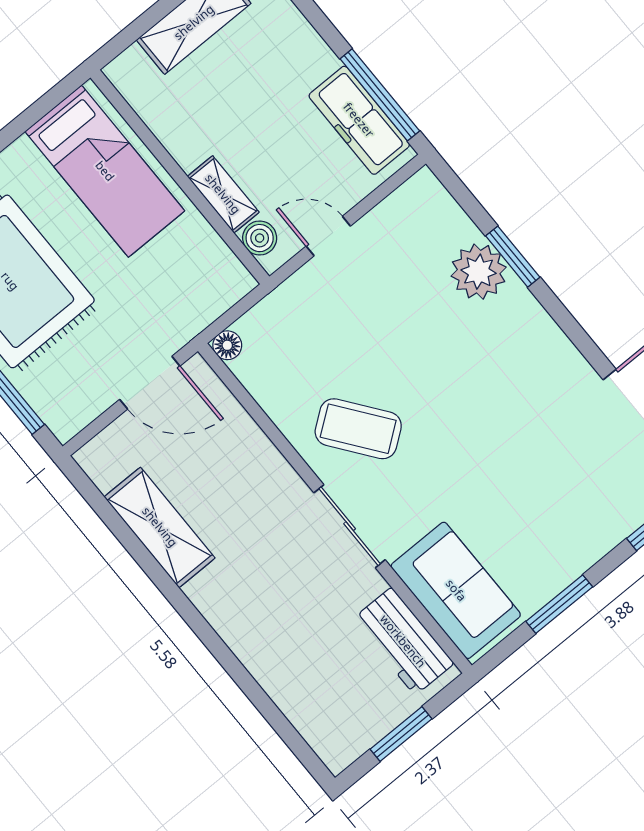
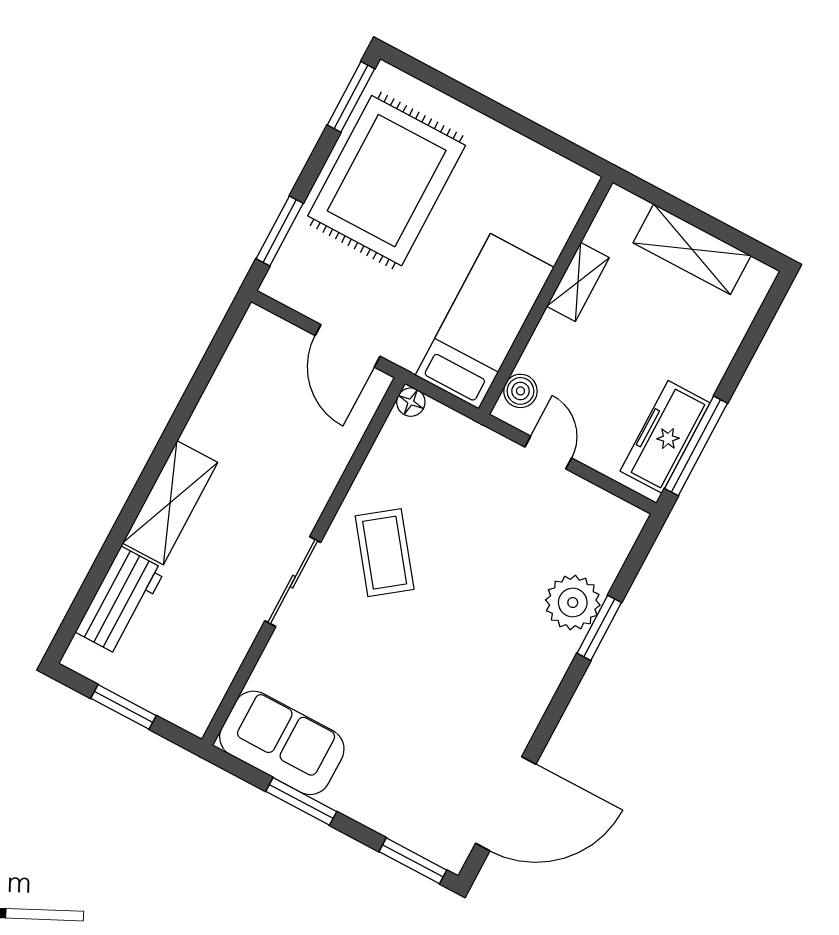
bed: (105, 171) -> (485, 321), moved, turned 180
shelving: (223, 194) -> (578, 282), moved
shelving: (160, 527) -> (170, 503), moved
sofa: (456, 590) -> (282, 743), moved, turned -90
workbench: (403, 641) -> (120, 601), moved, turned 180

